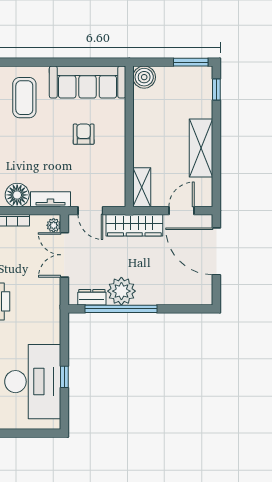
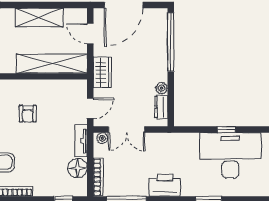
armchair: (84, 134) -> (28, 114), turned -90
shelving: (142, 187) -> (52, 64), width x2.20, depth x1.33
wardrobe: (134, 225) -> (102, 72), width x0.67
plant: (121, 291) -> (162, 88), width x0.53, depth x0.53
window: (121, 309) -> (171, 42), moved

